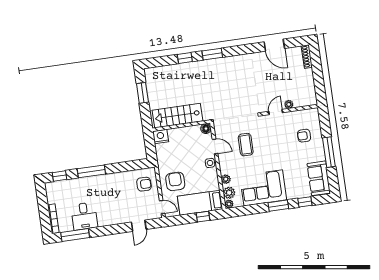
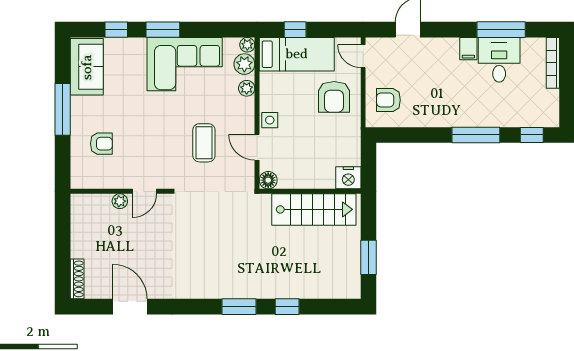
filing cabinet: (103, 220) -> (468, 49), added
window: (75, 235) -> (501, 30), moved

